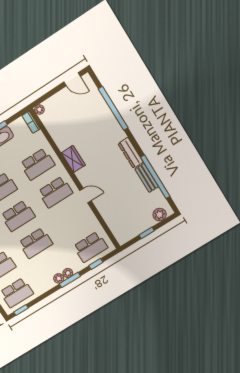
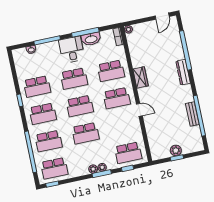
door: (72, 79) -> (162, 16), hinge flipped
dresser: (131, 153) -> (183, 72), moved
plant: (160, 215) -> (176, 150), moved

